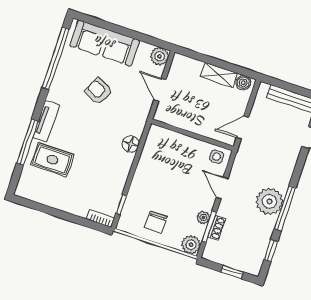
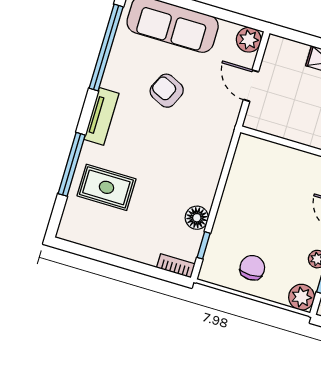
tv unit: (46, 121) -> (101, 116), moved
floor lamp: (131, 144) -> (197, 218), moved
chair: (156, 222) -> (252, 268), turned 180

